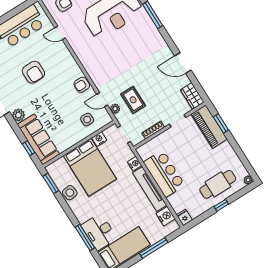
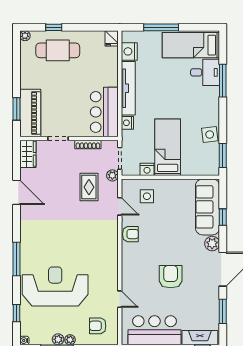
plant: (115, 109) -> (112, 175), moved
window: (29, 148) -> (223, 217), moved
bed: (90, 167) -> (168, 147), width x0.67
bar counter: (164, 174) -> (104, 112), moved
window: (221, 205) -> (54, 27), moved
desk: (99, 232) -> (205, 72), width x0.73

